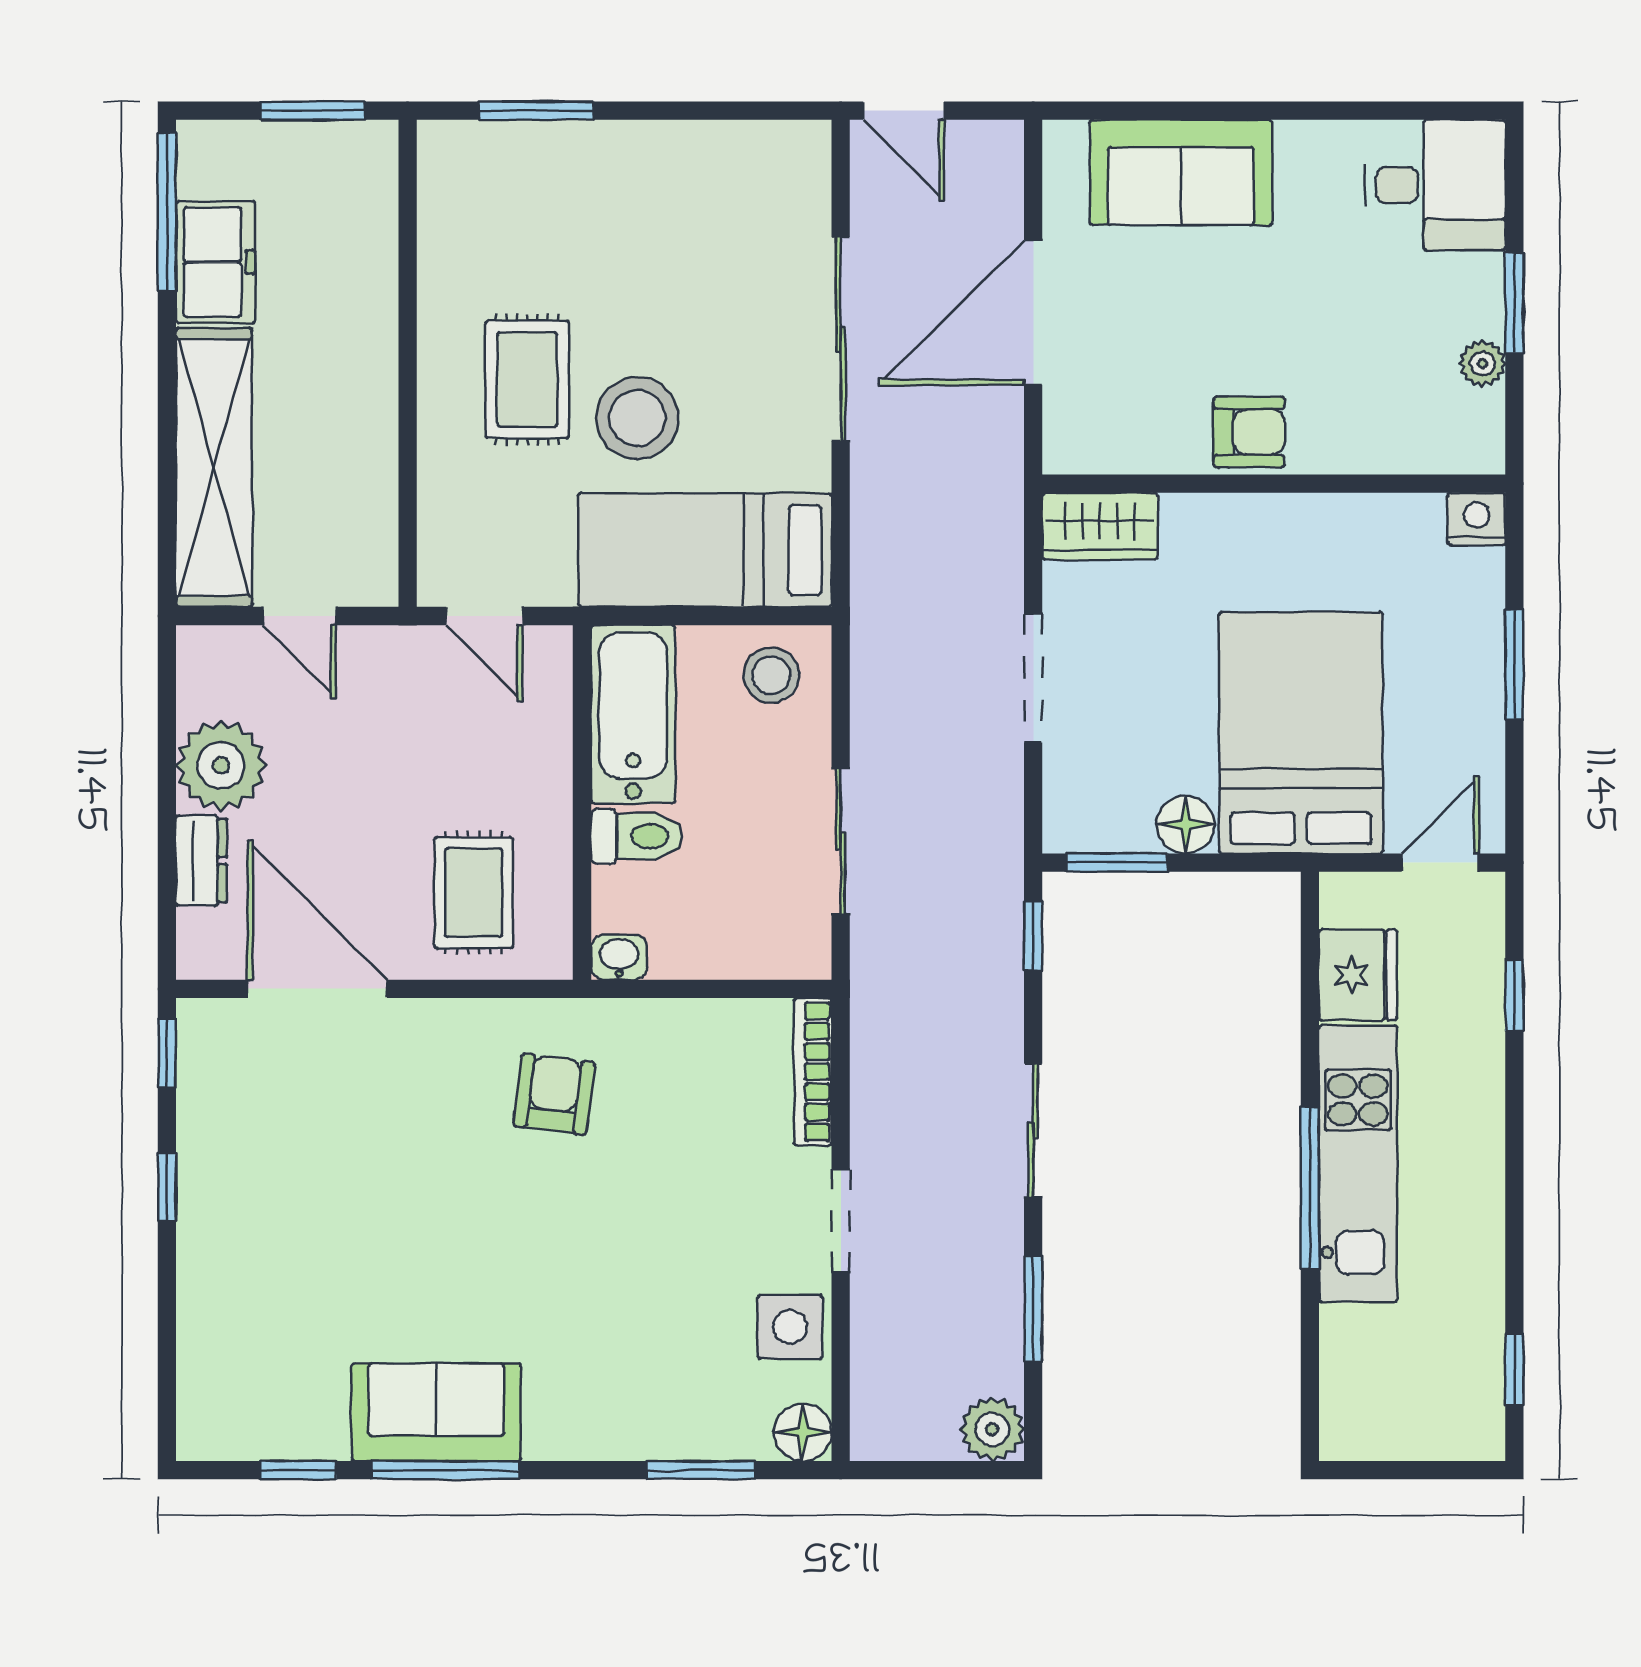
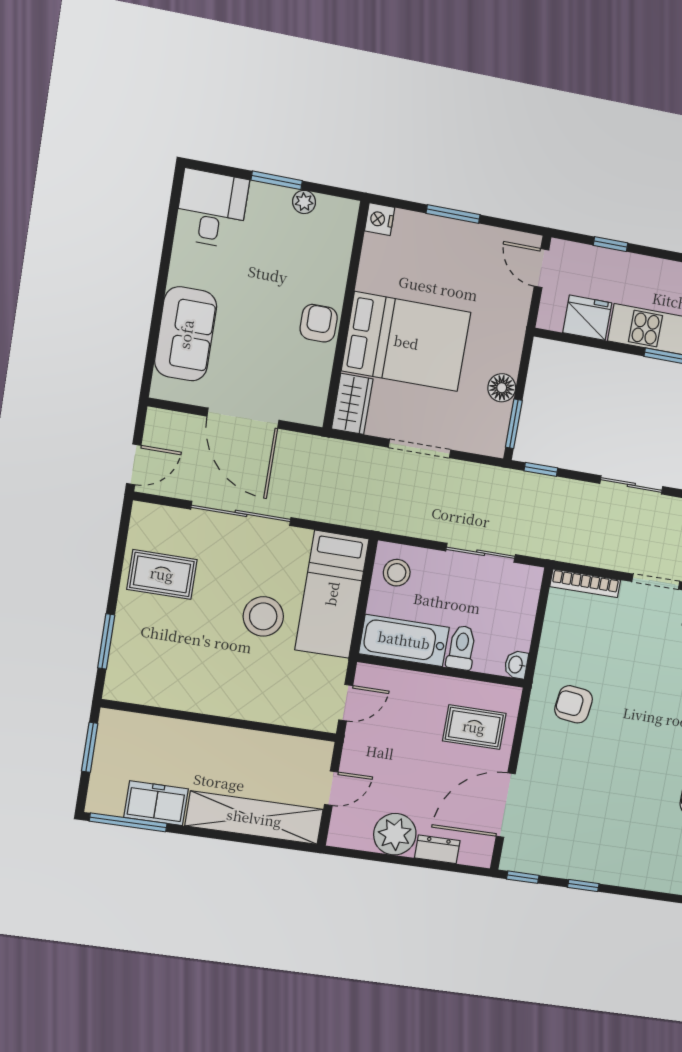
rug: (527, 379) -> (162, 574), moved
bed: (1301, 733) -> (406, 342), moved, turned 180

